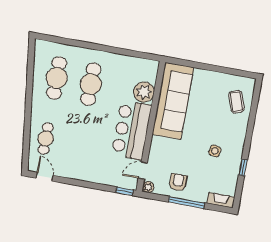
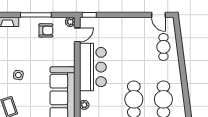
plant: (144, 92) -> (84, 105), width x0.53, depth x0.53
side table: (215, 151) -> (18, 75), moved
armchair: (178, 182) -> (46, 30), turned -90

